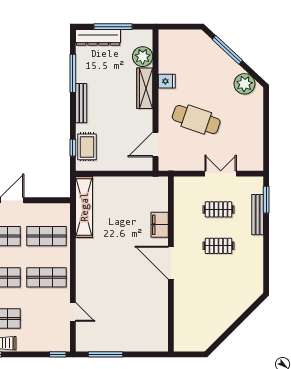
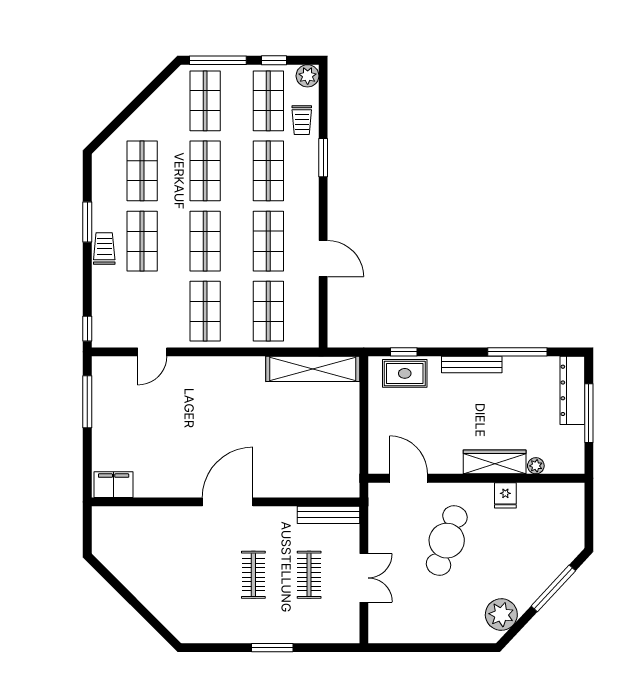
plant: (143, 57) -> (536, 466), width x0.53, depth x0.53
window: (266, 200) -> (272, 648), moved
bench: (258, 215) -> (328, 515), moved
filing cabinet: (160, 225) -> (114, 485), moved

